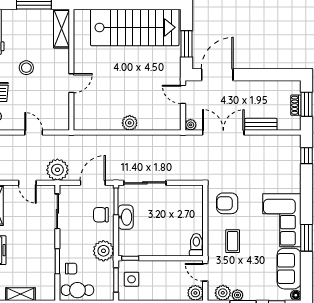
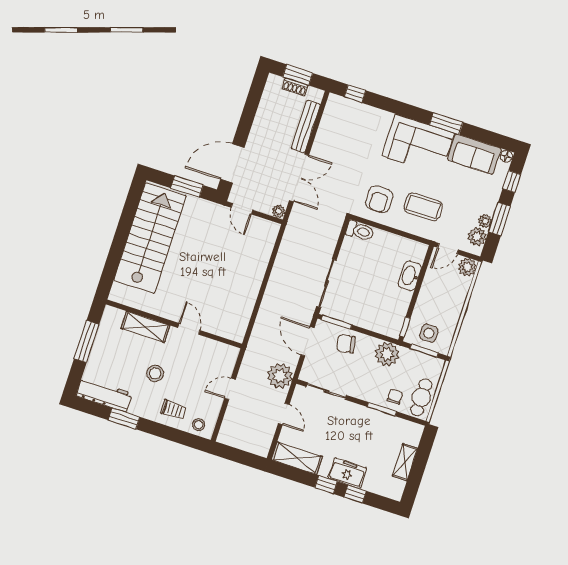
shelving: (61, 29) -> (145, 327), moved
door: (217, 75) -> (232, 163), hinge flipped
door: (183, 94) -> (242, 209), hinge flipped
plant: (130, 123) -> (254, 278), removed
bench: (261, 124) -> (306, 126), width x1.36
double door: (223, 133) -> (299, 178), swing flipped
door: (27, 183) -> (284, 414), hinge flipped
chair: (101, 215) -> (346, 344), turned 80
washbasin: (126, 217) -> (410, 276), moved, turned -90
coffee table: (233, 241) -> (423, 207), width x1.36, depth x1.30
toilet: (196, 245) -> (360, 231), moved, turned 180

